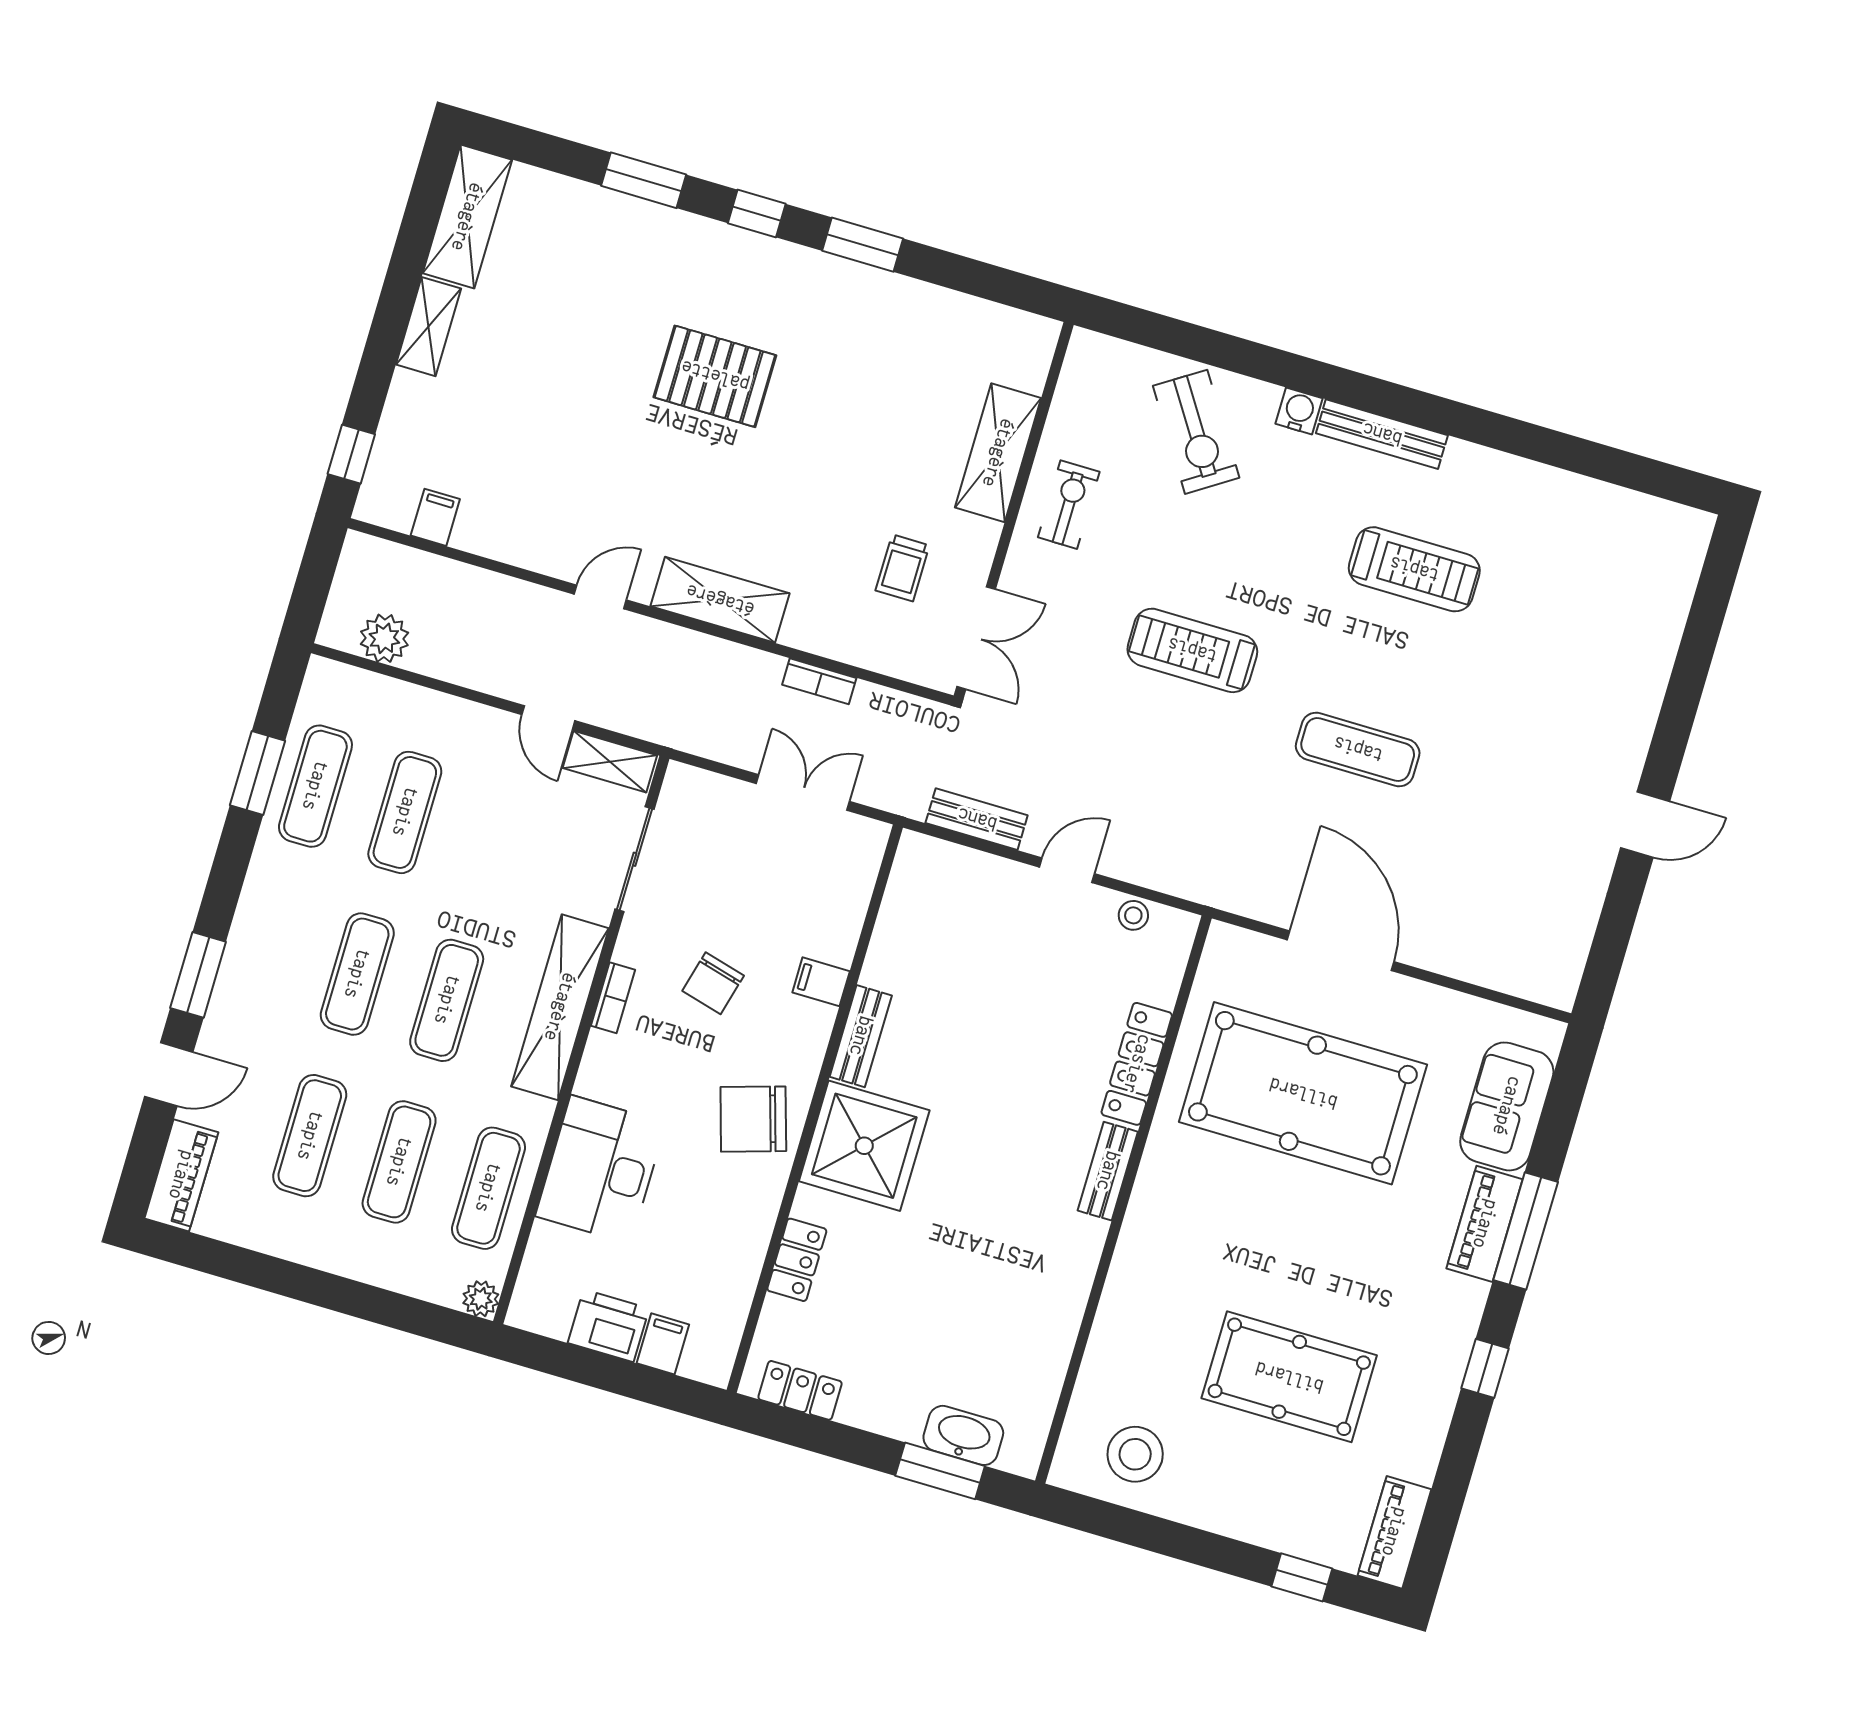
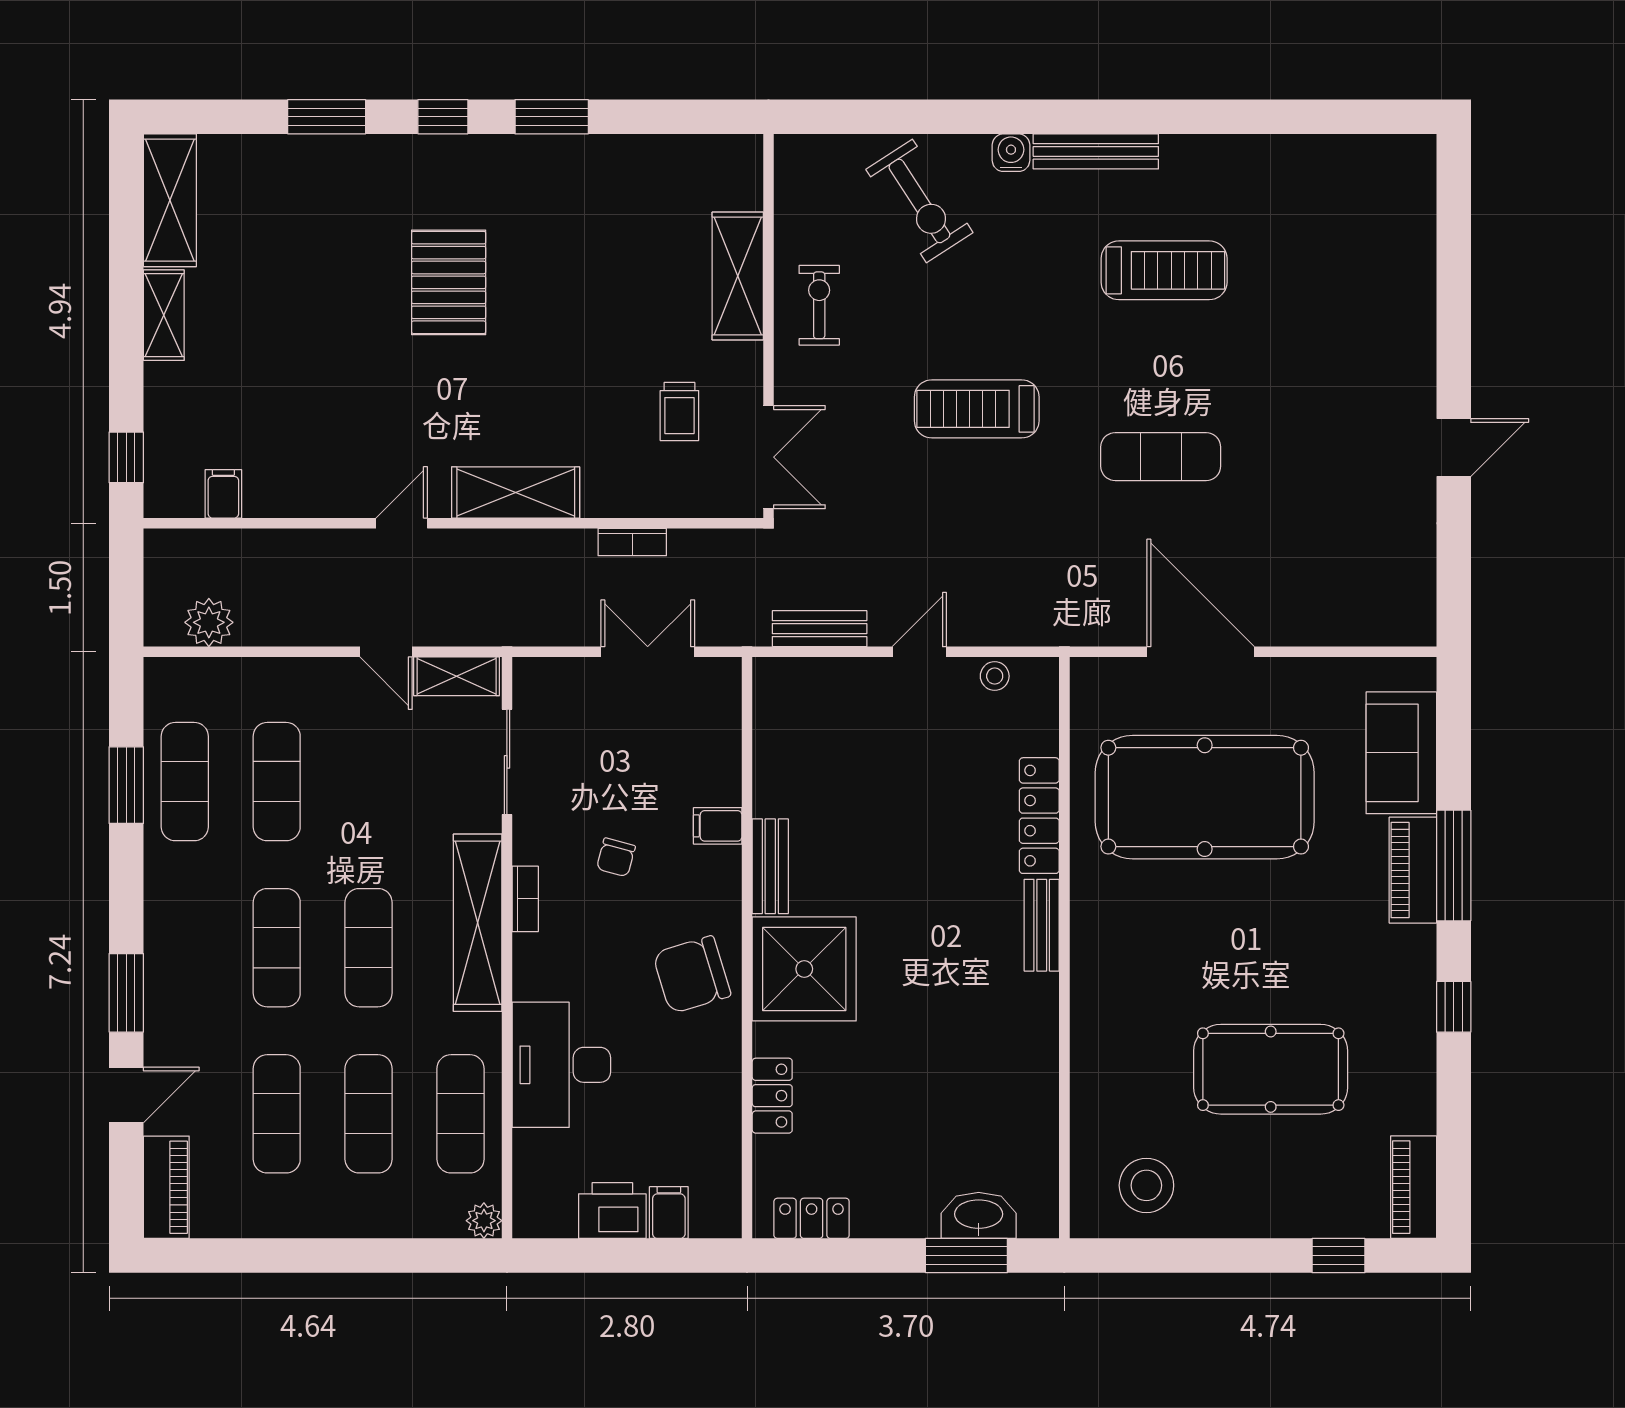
pallet: (715, 376) -> (449, 282), turned 90
chair: (713, 983) -> (616, 857), width x0.73, depth x0.73

